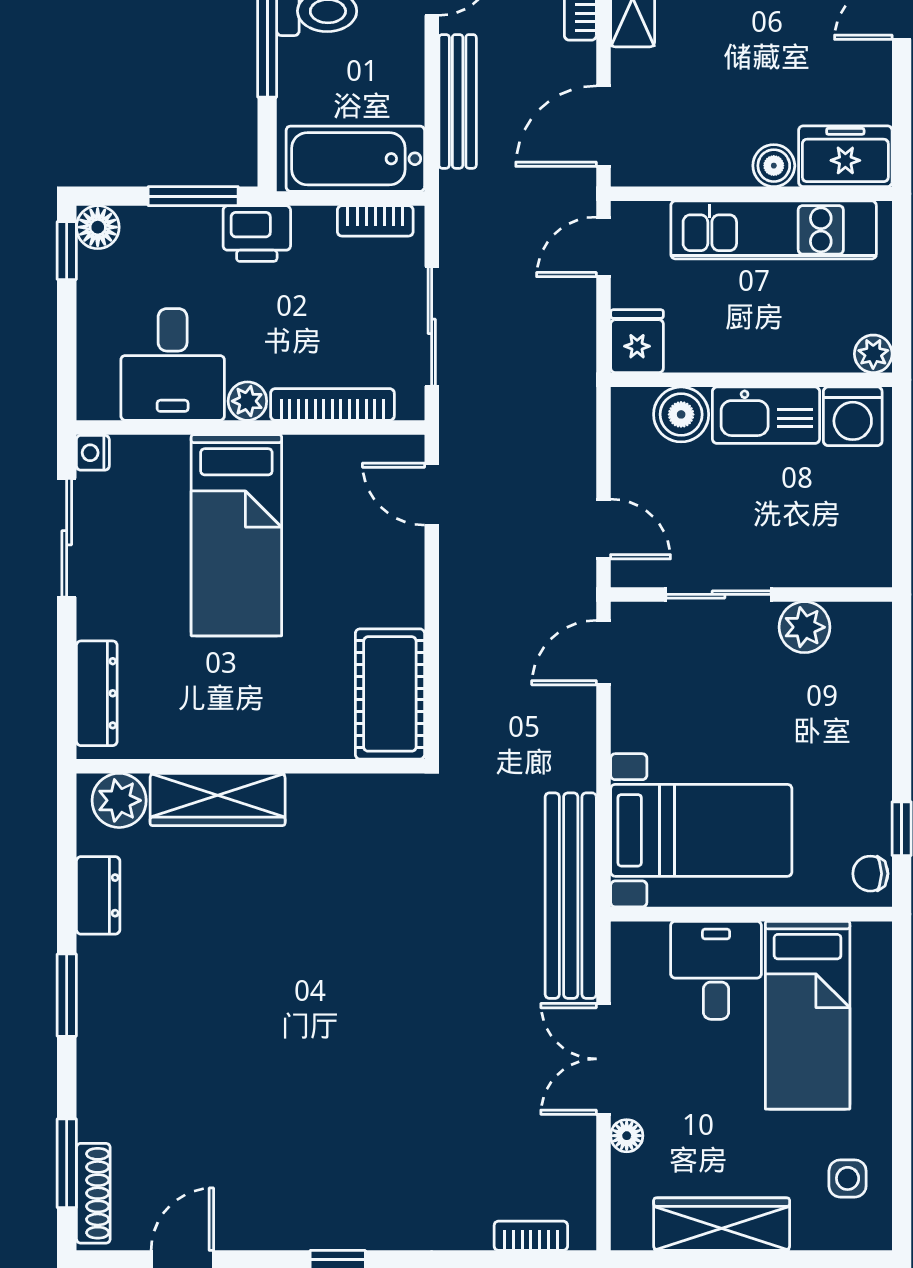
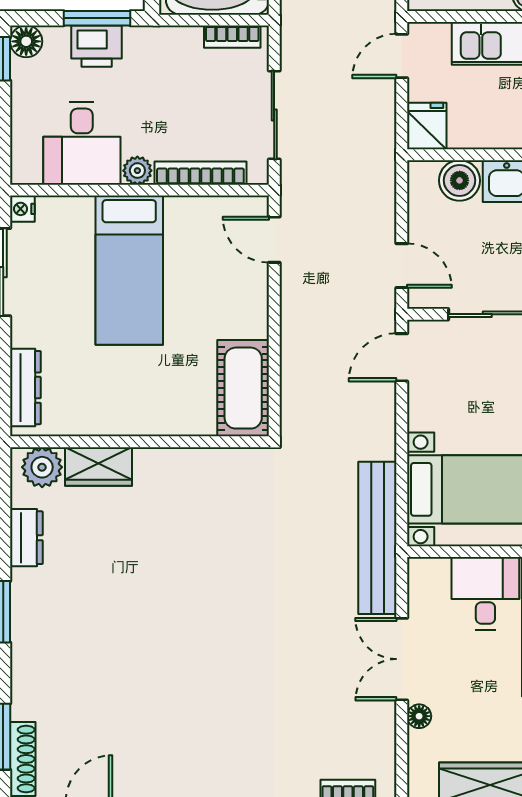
printer: (257, 234) -> (97, 46), moved
wardrobe: (218, 799) -> (98, 466), width x0.67

